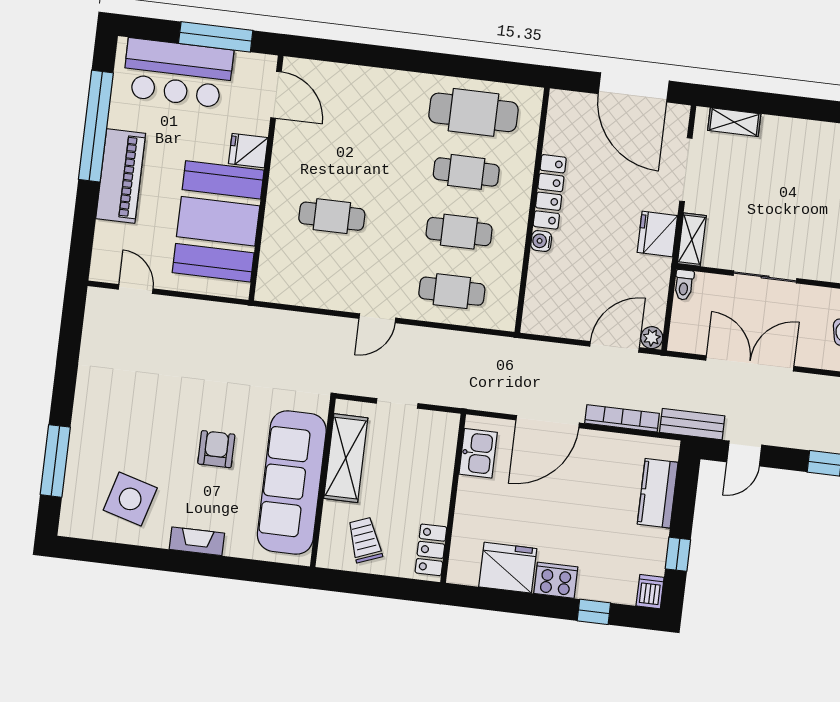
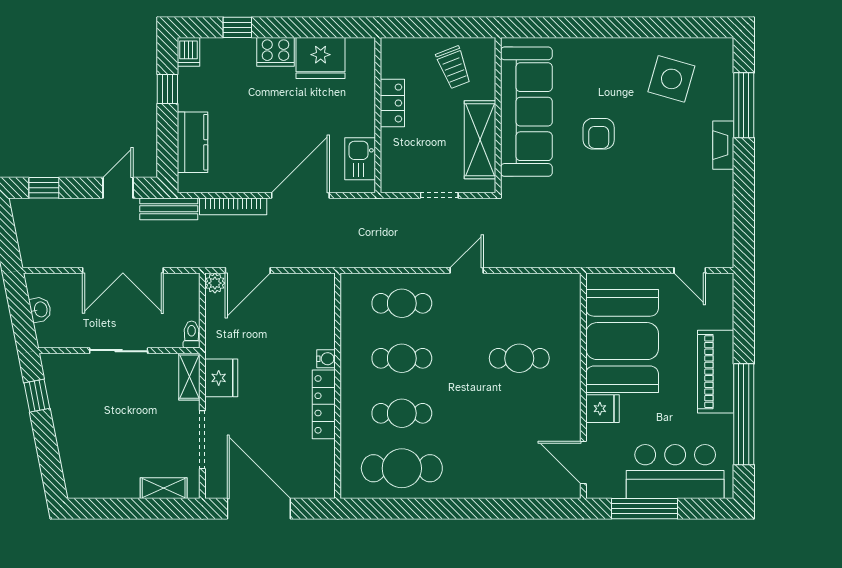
fireplace: (197, 541) -> (723, 145), moved, turned 90
locker: (431, 550) -> (392, 103), moved

